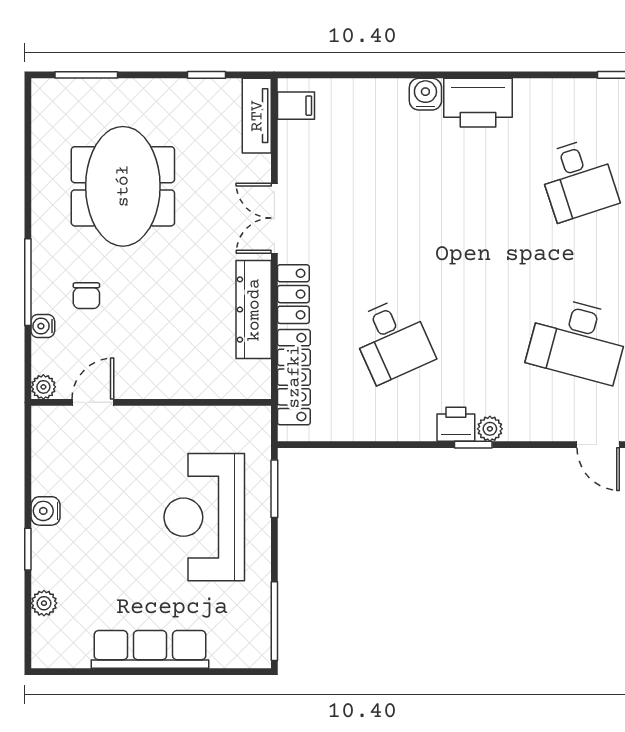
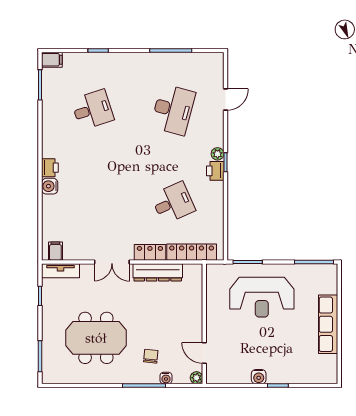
printer: (478, 103) -> (50, 168), width x0.53, depth x0.68
chair: (86, 296) -> (151, 356), turned -84
plant: (44, 603) -> (305, 377), removed

